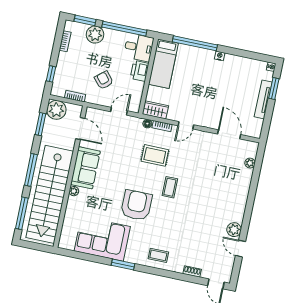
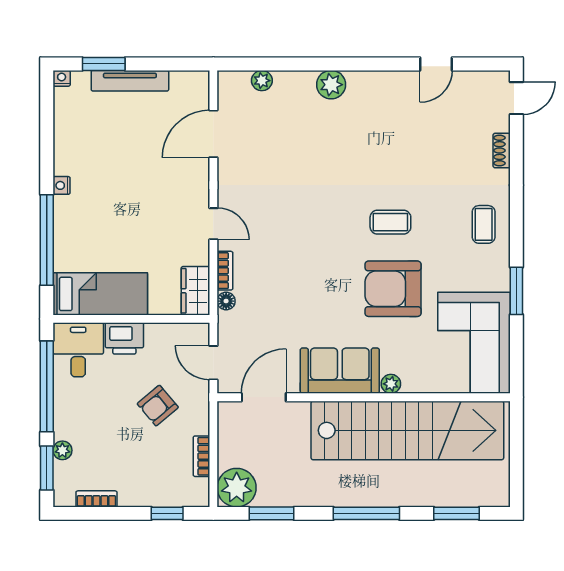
plant: (95, 35) -> (62, 450), width x0.53, depth x0.53
door: (80, 129) -> (264, 397), moved
rug: (155, 155) -> (286, 273), removed
sofa: (85, 168) -> (340, 371), moved
wall: (70, 177) -> (364, 397), moved
coffee table: (170, 187) -> (390, 222), moved
plant: (74, 191) -> (391, 384), moved
stairs: (50, 194) -> (407, 430), moved
window: (22, 213) -> (457, 513), width x0.69
plant: (234, 230) -> (331, 85), moved

